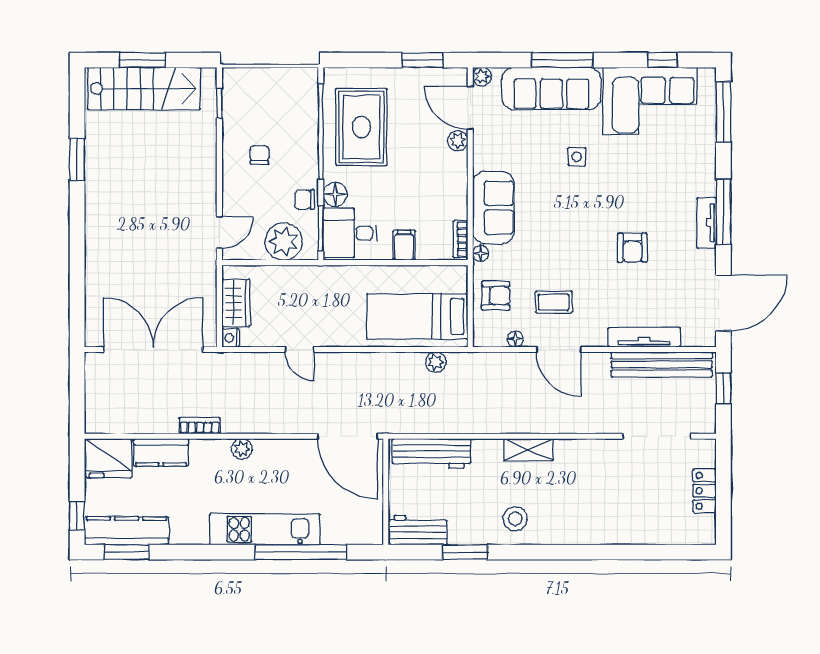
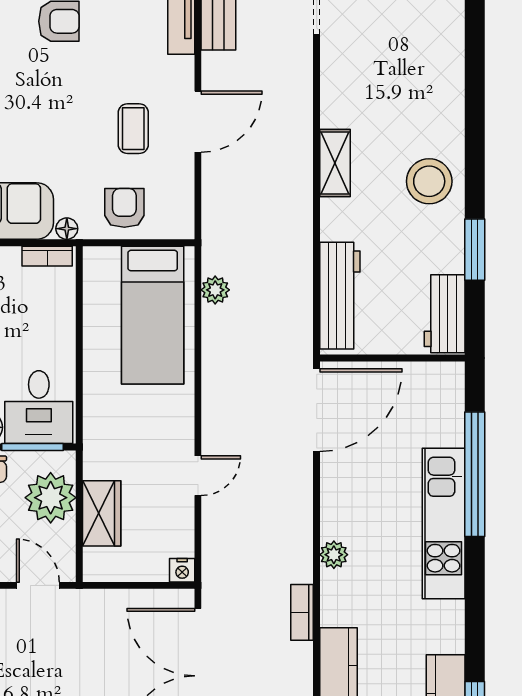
filing cabinet: (404, 245) -> (55, 333), removed
wardrobe: (236, 303) -> (102, 513), moved, turned 90
floor lamp: (515, 339) -> (184, 181), removed
stool: (515, 519) -> (429, 181), width x1.38, depth x1.38

